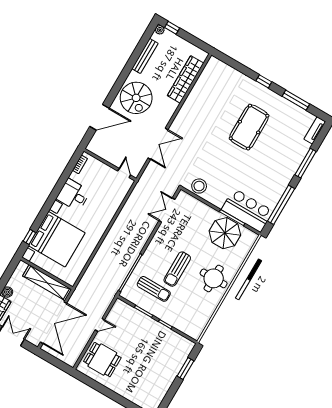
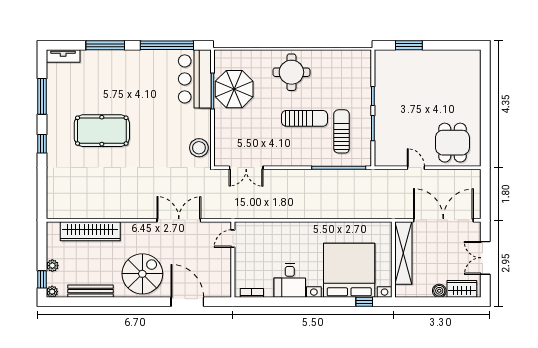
plant: (177, 40) -> (52, 266), added

